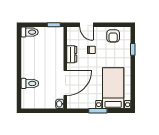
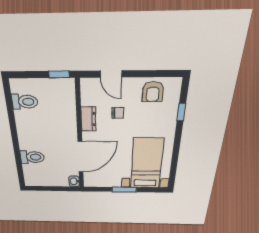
toilet: (30, 32) -> (25, 102), moved

